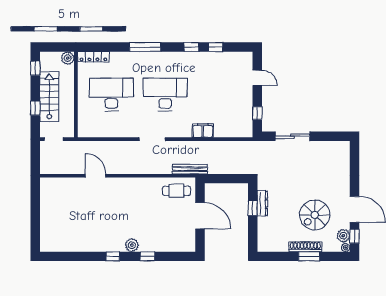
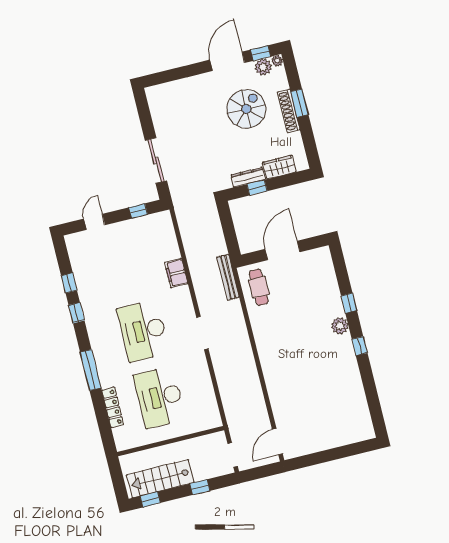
locker: (93, 57) -> (113, 407), moved
plant: (68, 58) -> (128, 462), removed
stairs: (49, 97) -> (160, 479), moved
door: (96, 176) -> (277, 442), moved
spiral stairs: (315, 215) -> (246, 109), turned -90
wardrobe: (264, 229) -> (279, 167), added

